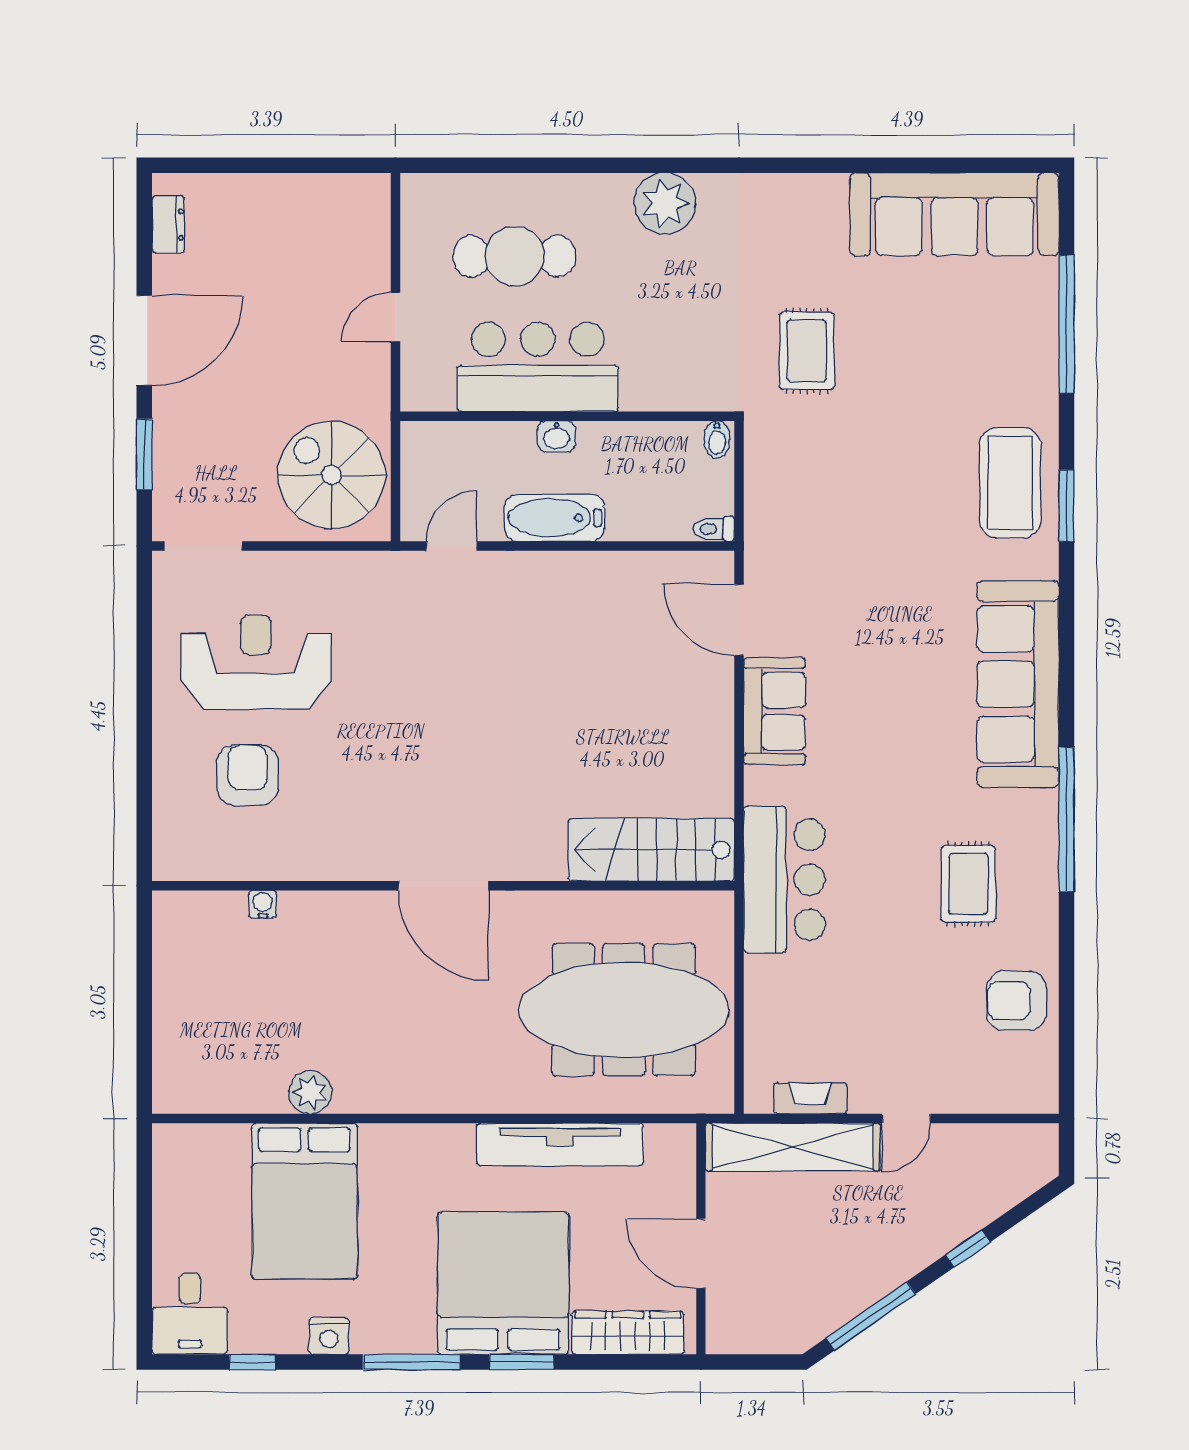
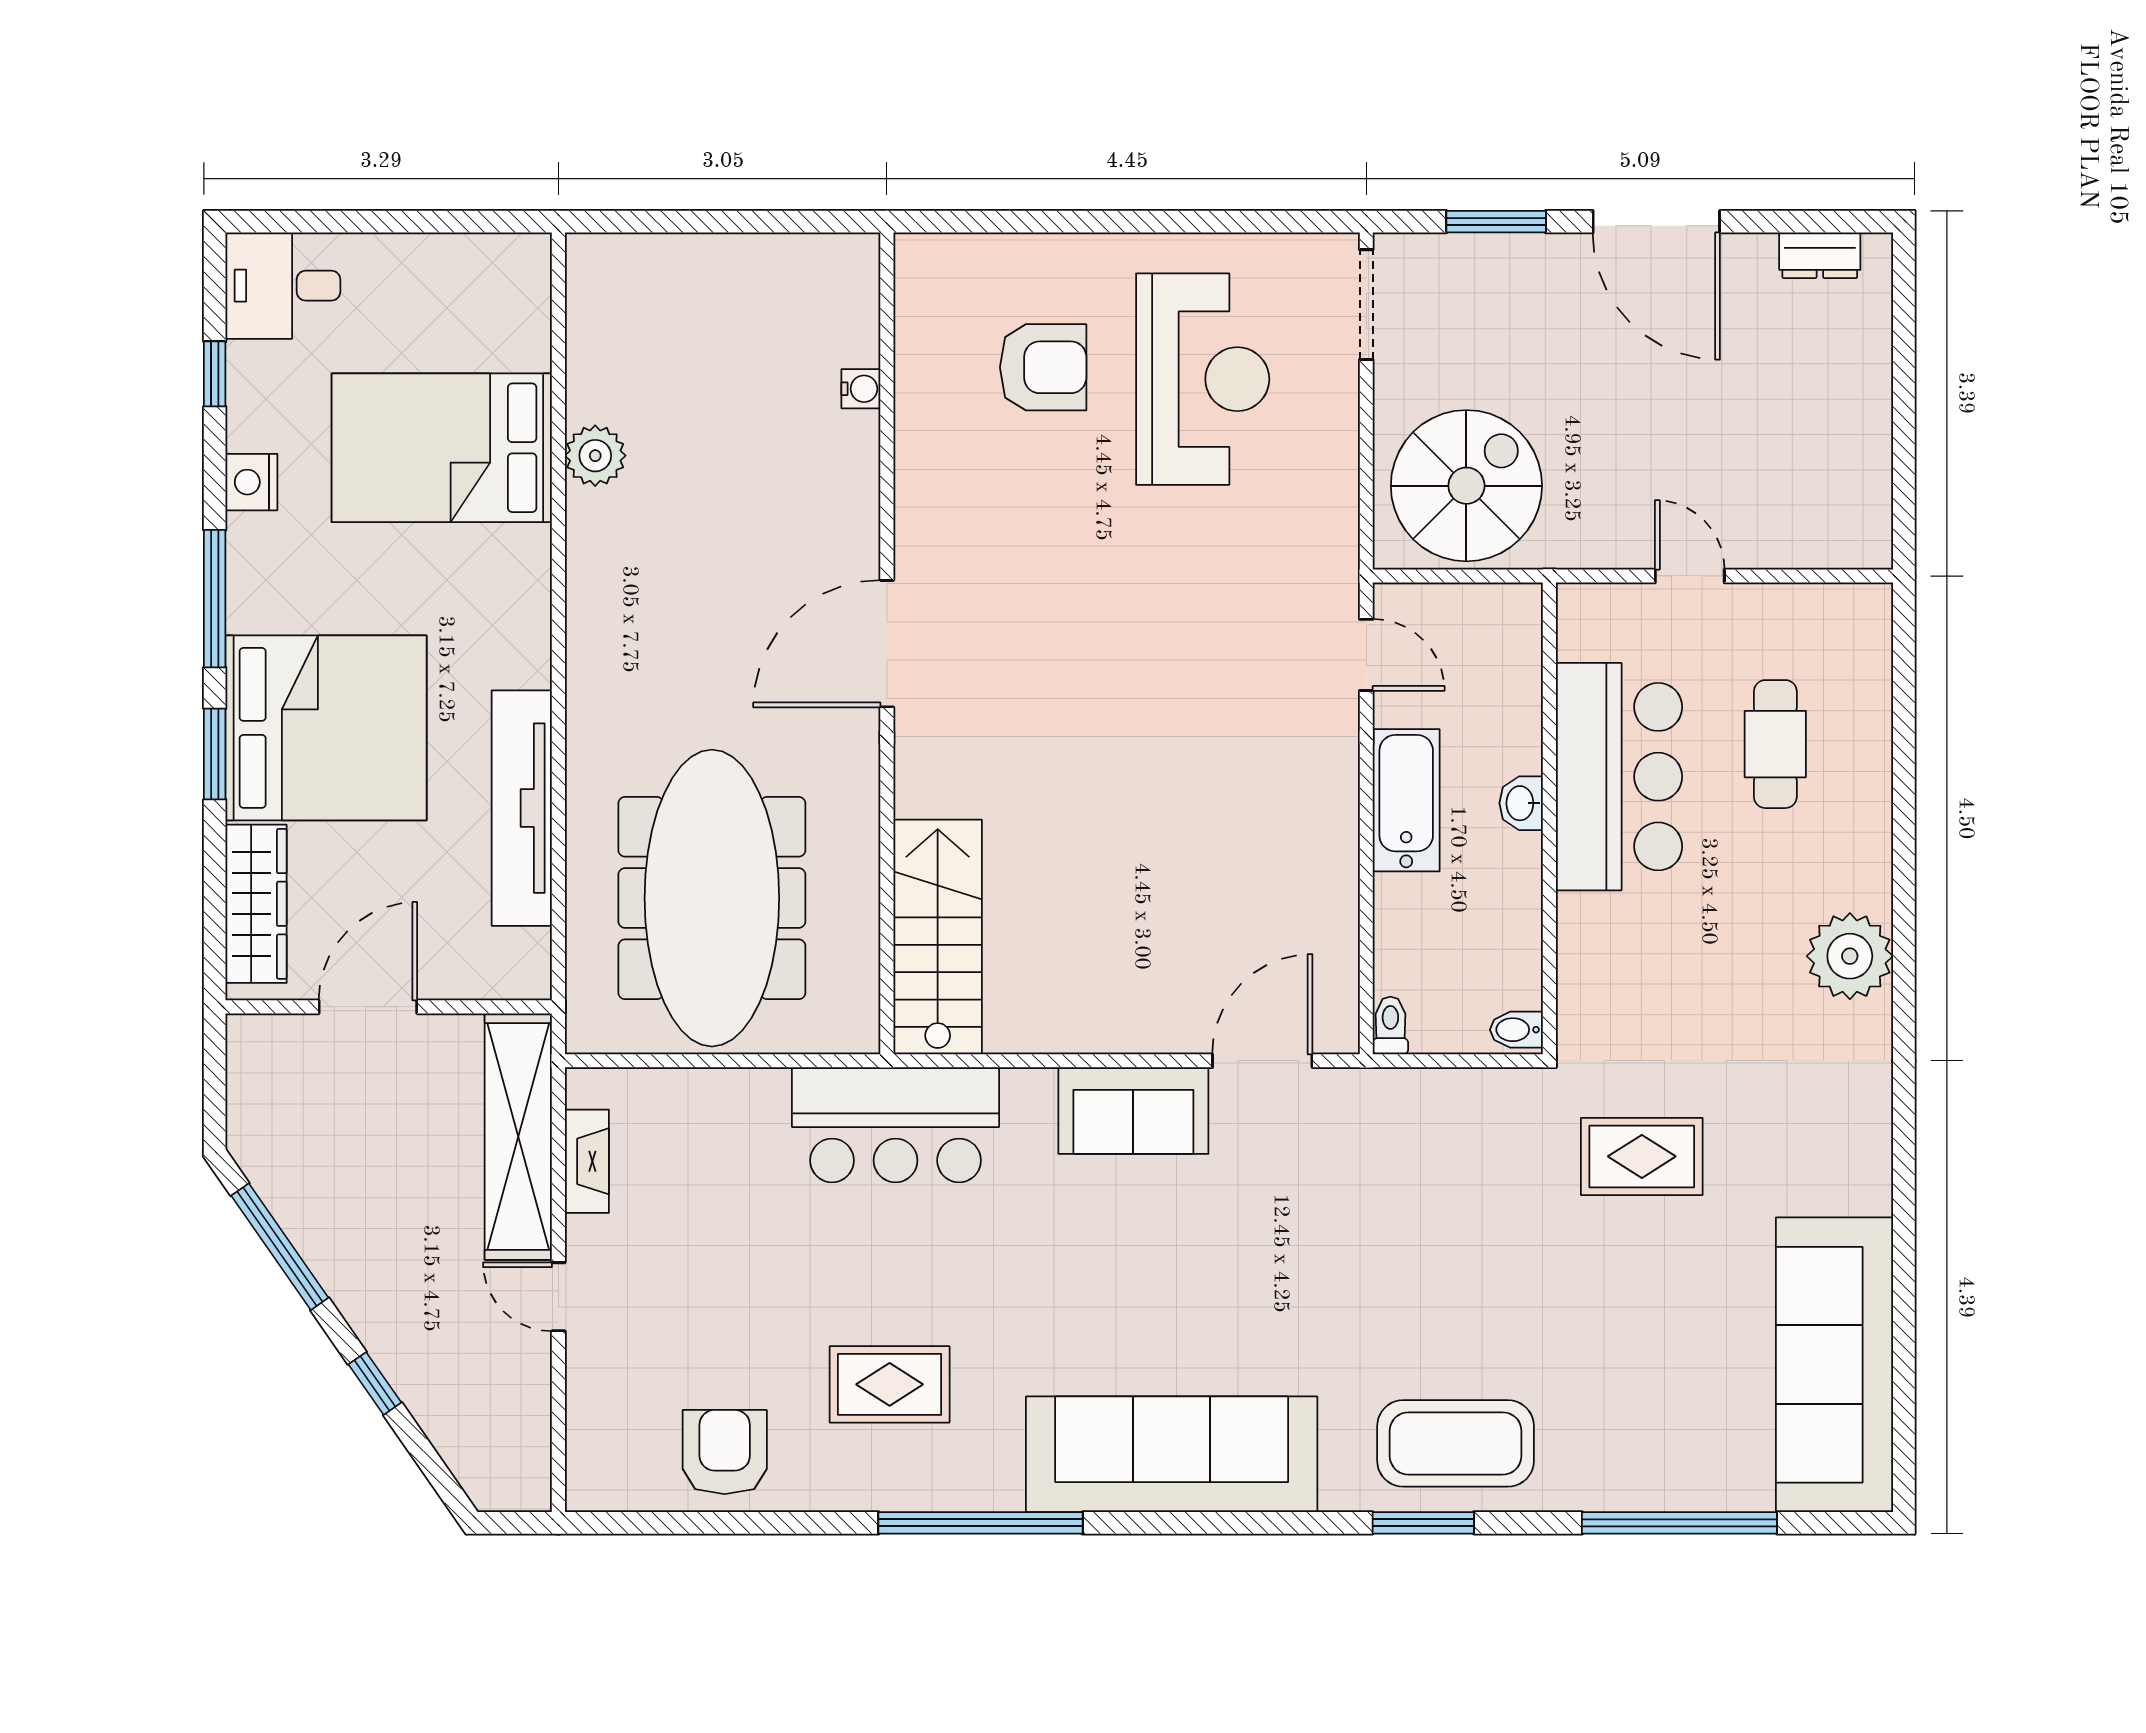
cafe table: (515, 256) -> (1775, 744), width x0.73, depth x0.74

